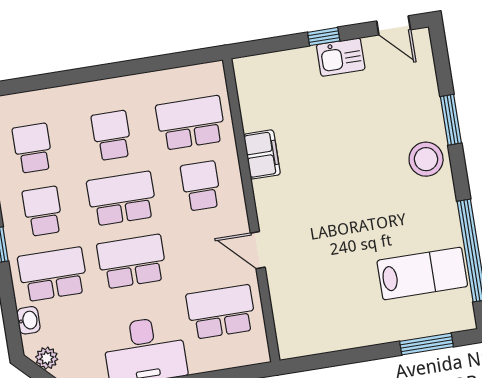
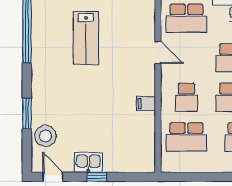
filing cabinet: (262, 154) -> (146, 104), width x0.50
stool: (426, 159) -> (45, 136), moved
lab bench: (422, 273) -> (86, 38), moved, turned -90

